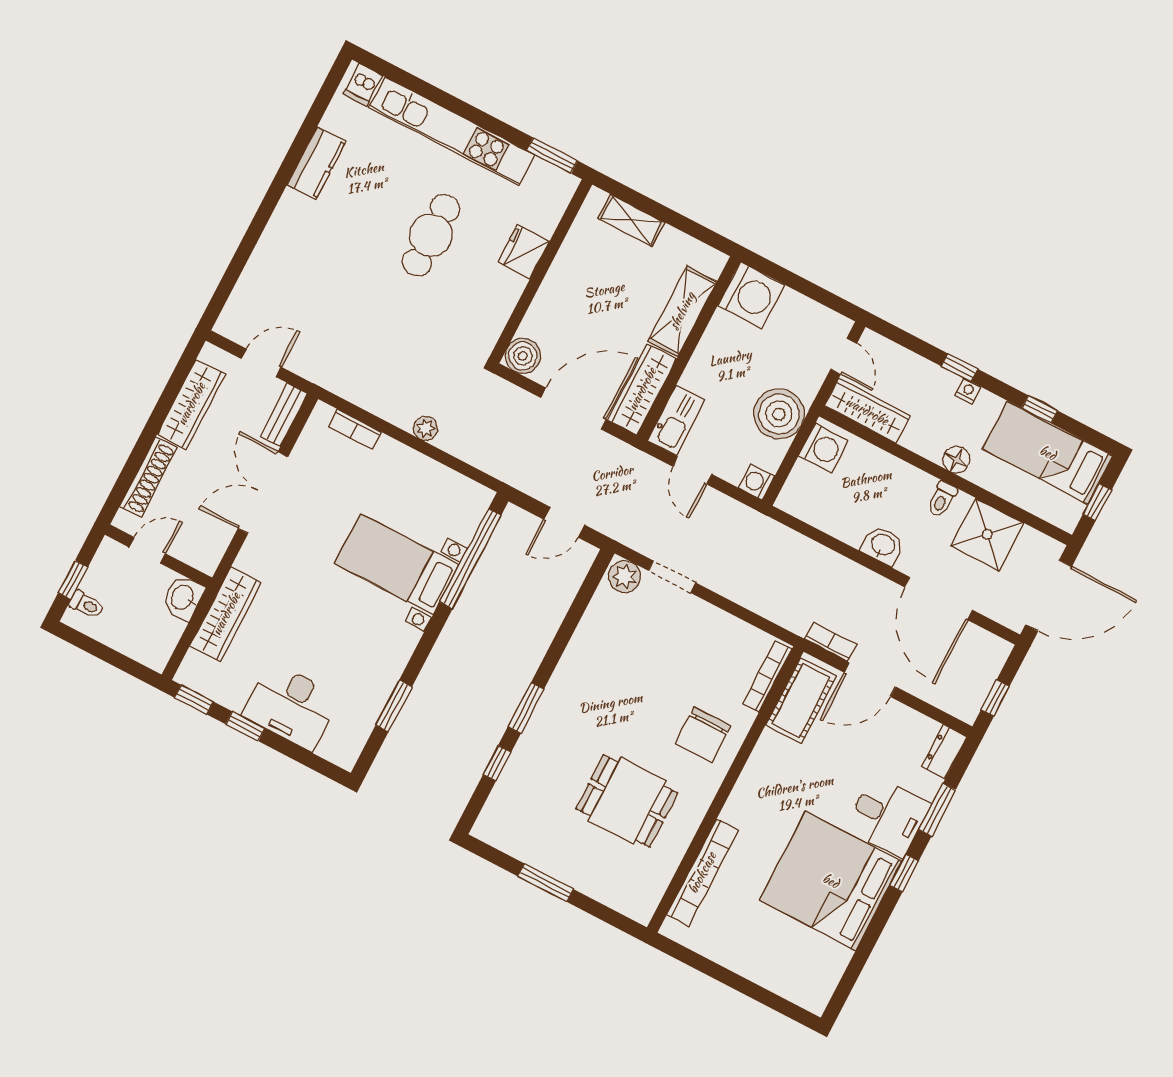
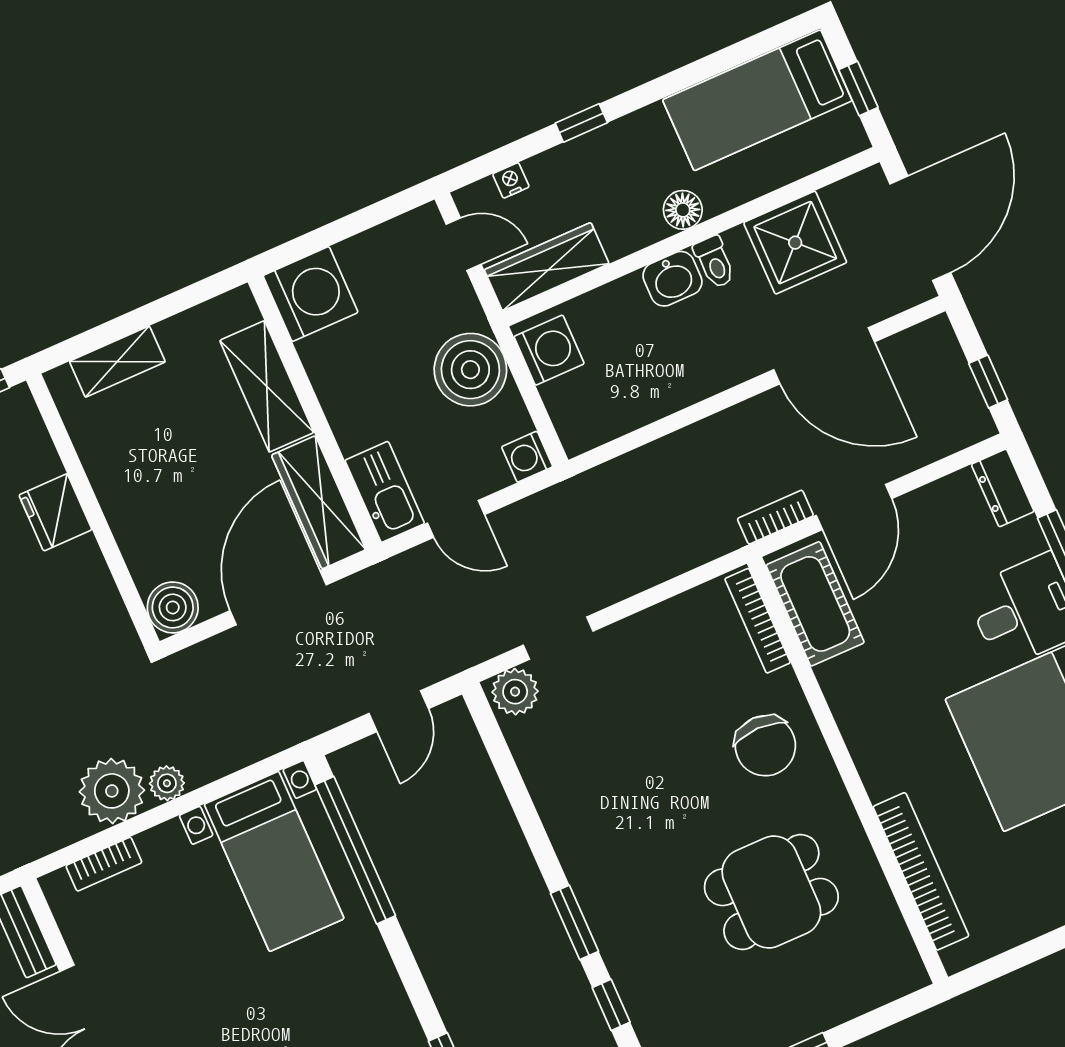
nightstand: (968, 391) -> (511, 180), moved
plant: (398, 402) -> (112, 791), added
window: (1040, 409) -> (701, 70), removed
washbasin: (883, 545) -> (672, 279), moved, turned 180
bed with nightstands: (397, 564) -> (274, 861), moved, turned -90

